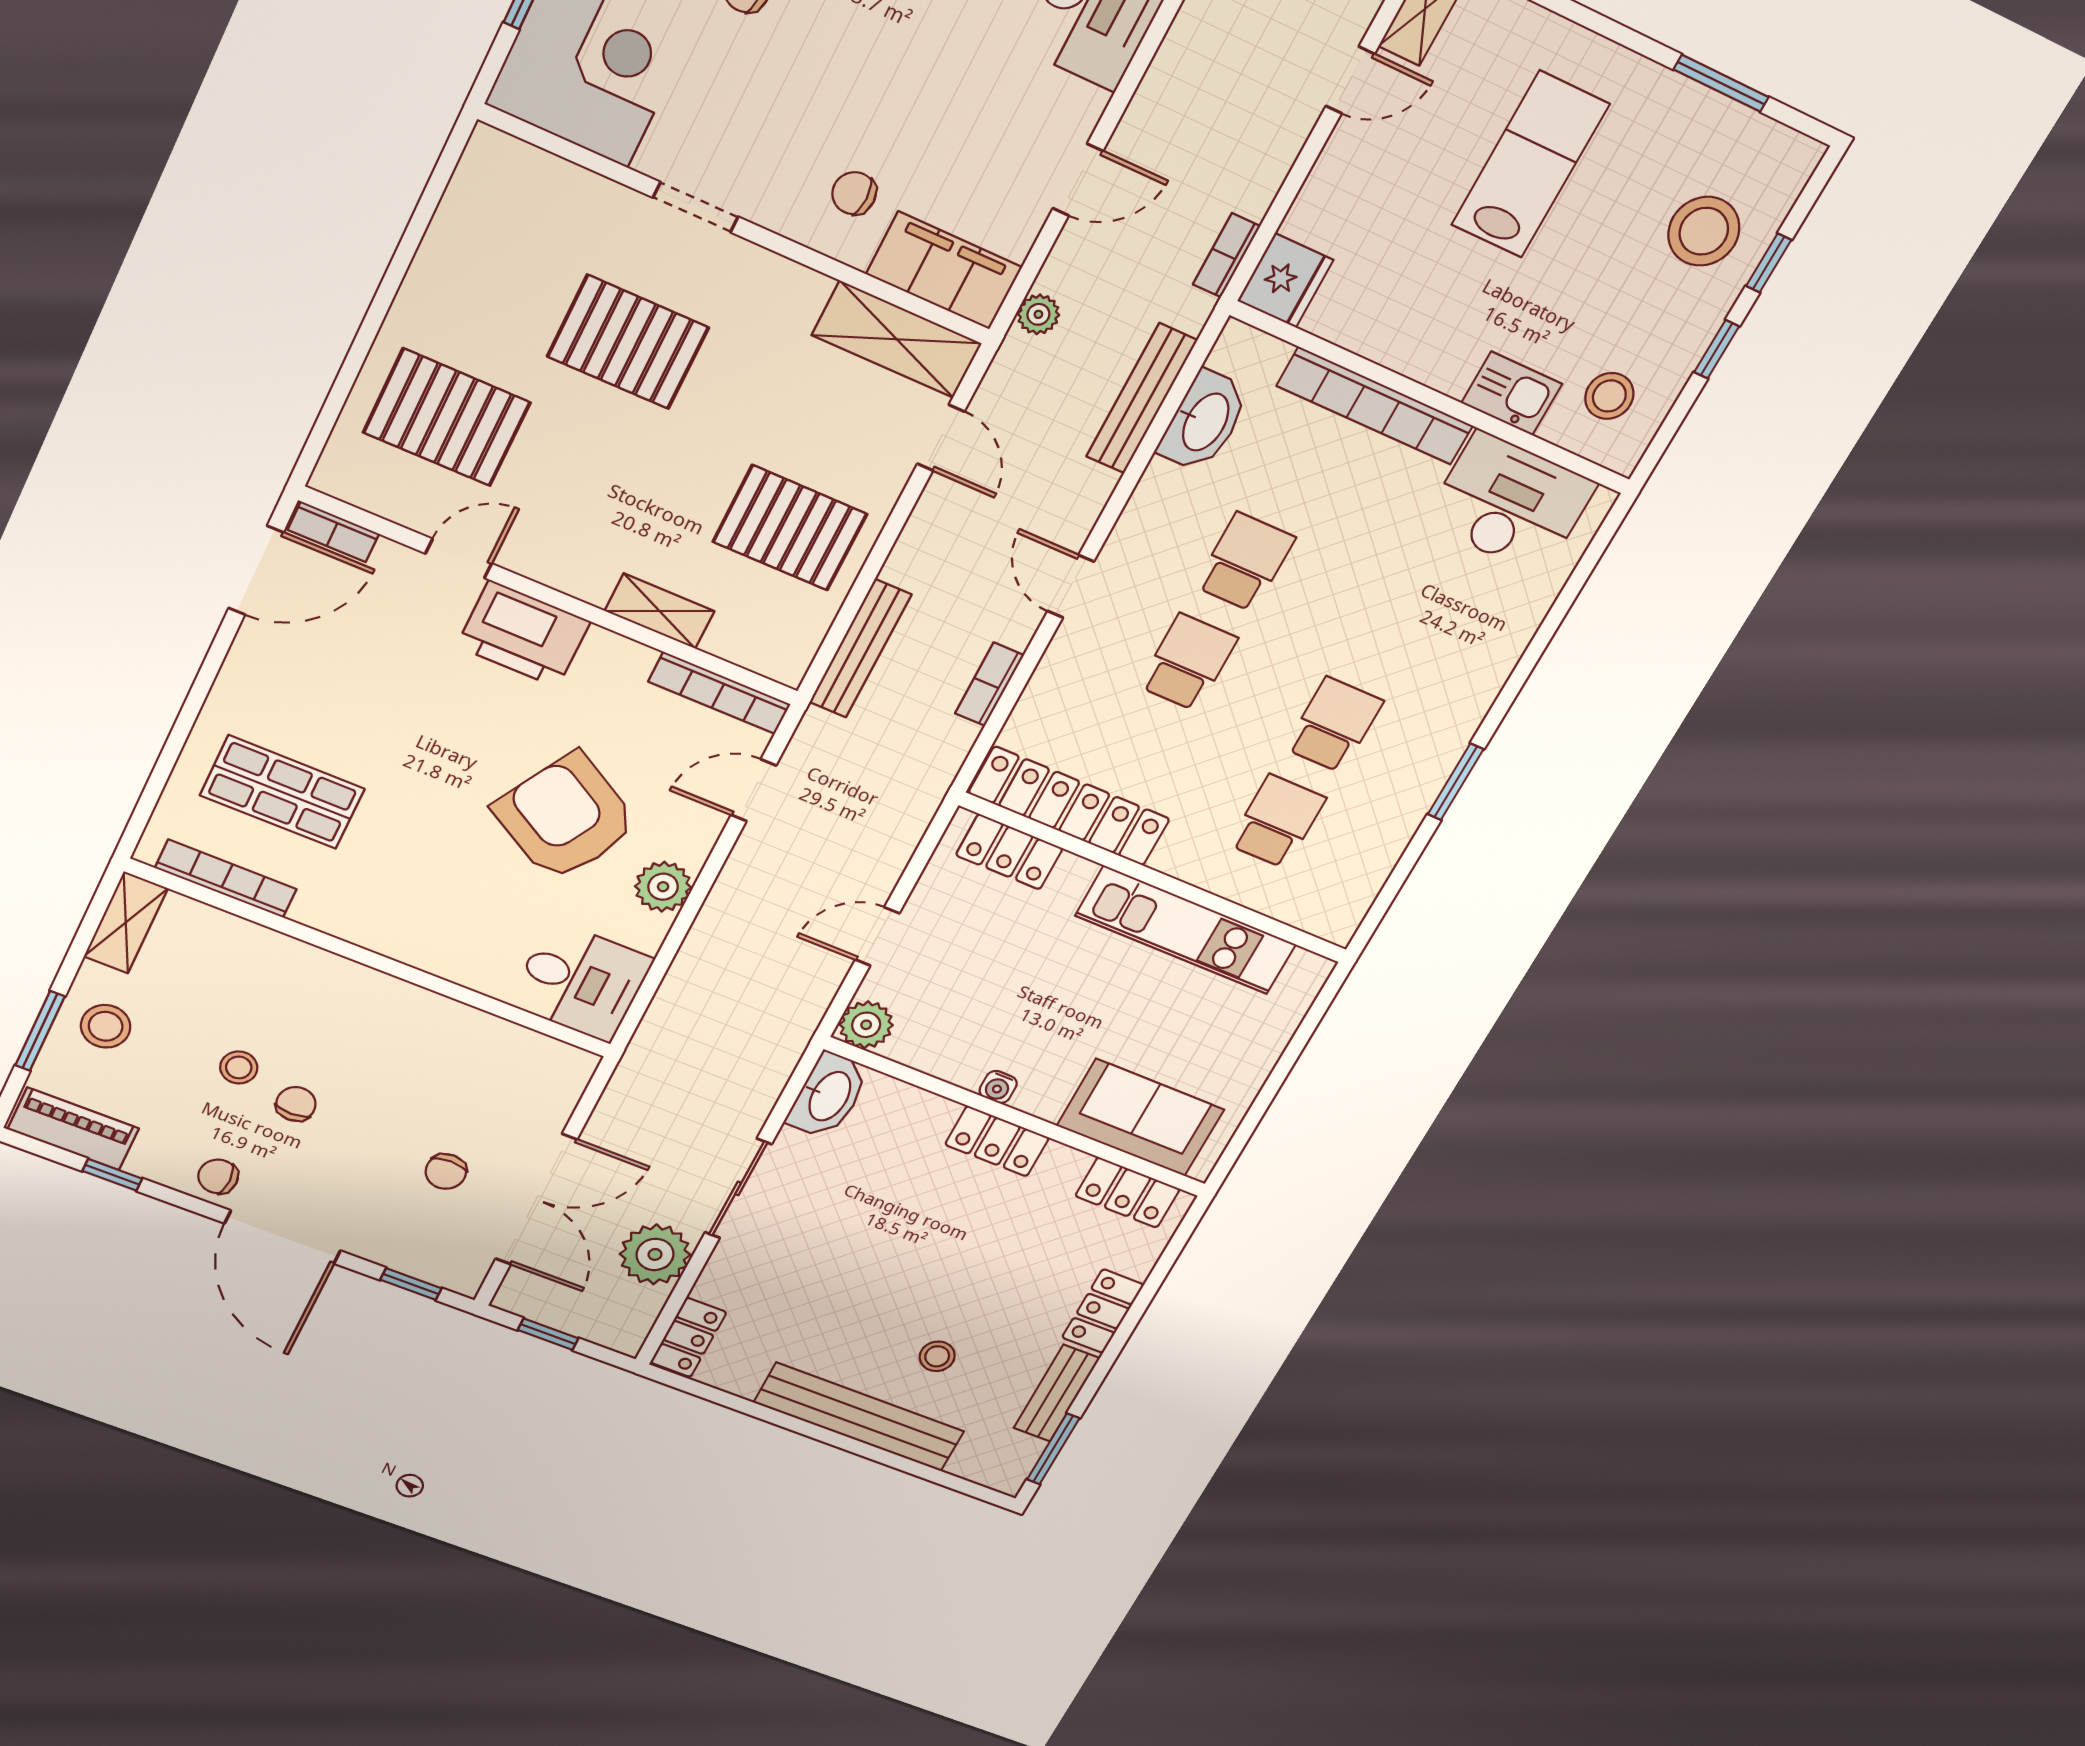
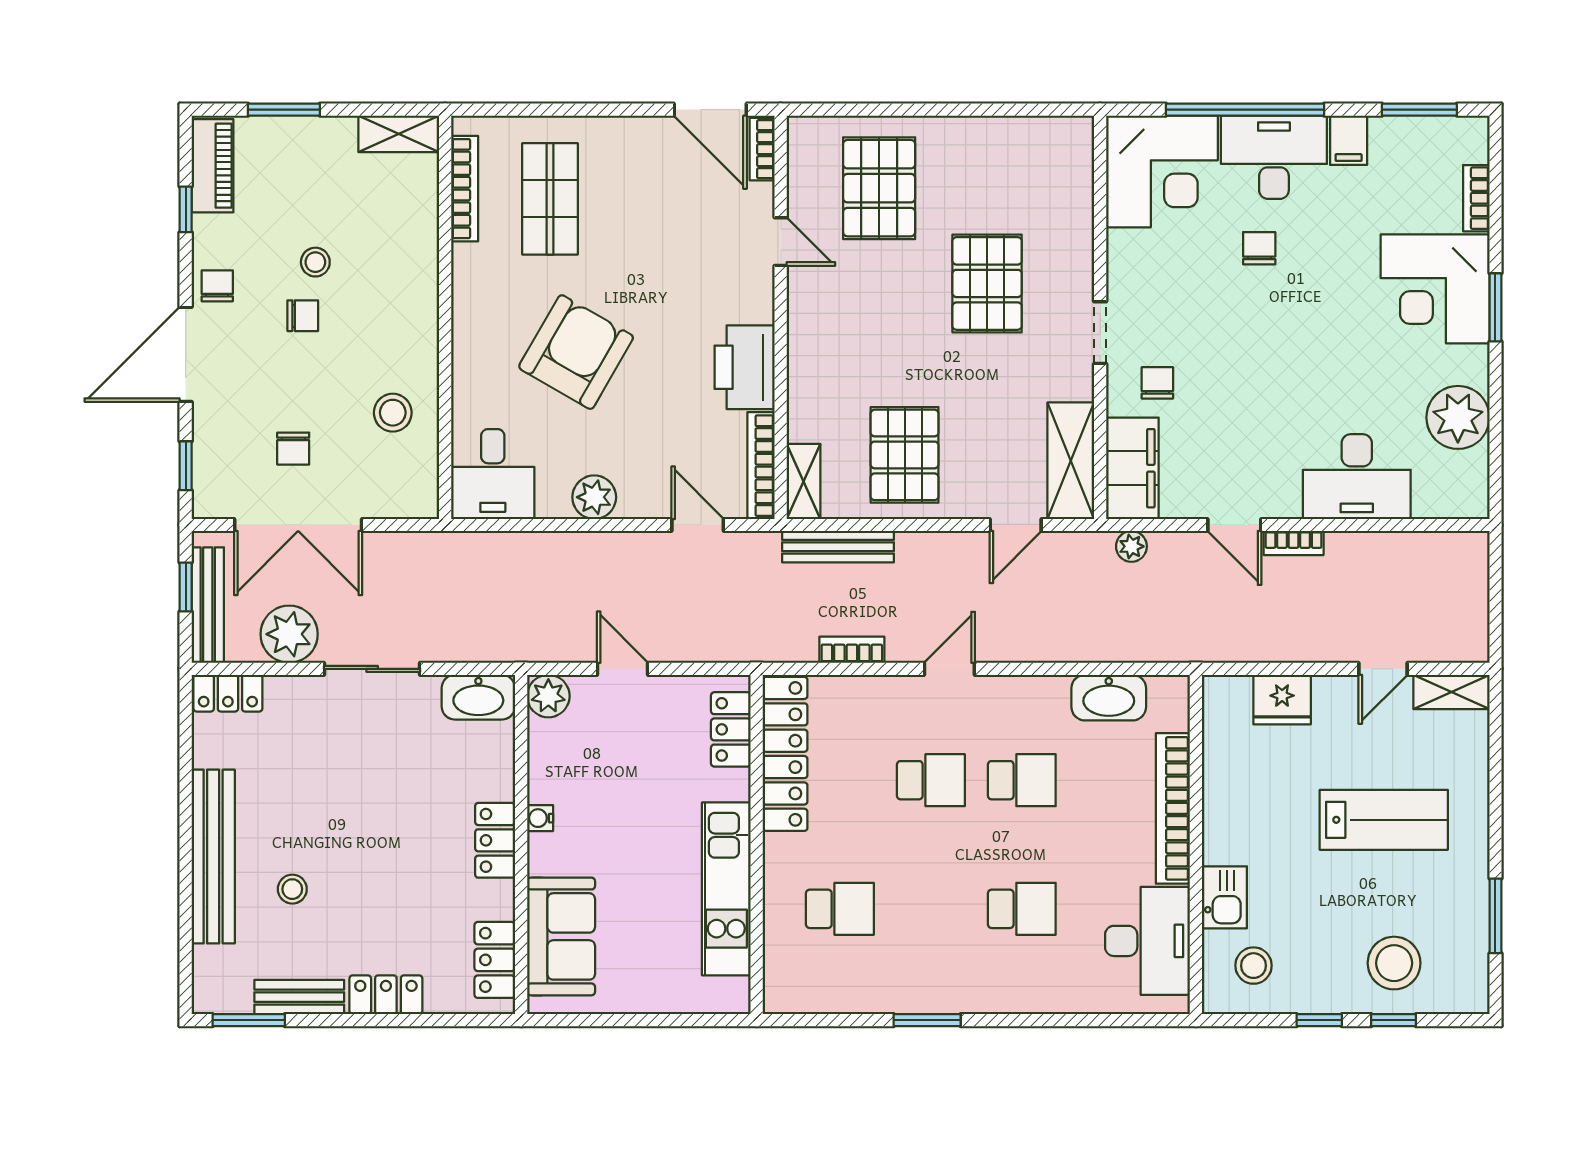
door: (1350, 80) -> (1383, 669), hinge flipped
doorway: (696, 207) -> (1100, 333), moved
bookcase: (1227, 255) -> (1294, 543), moved, turned 180
fridge: (1285, 280) -> (1282, 700), moved
bench: (1142, 399) -> (208, 605), moved, turned 90
shelving: (660, 611) -> (804, 481), moved
printer: (523, 634) -> (745, 367), moved
school desk: (1334, 725) -> (1022, 909), moved
armchair: (566, 817) -> (576, 352), moved
stool: (106, 1026) -> (393, 413), moved
chair: (446, 1172) -> (293, 449), turned -90

